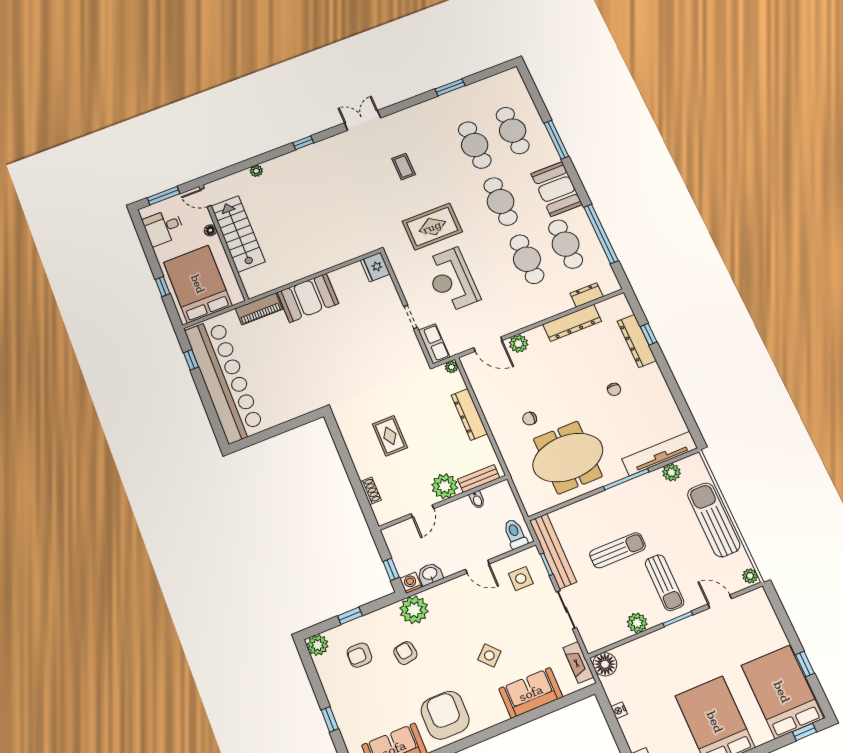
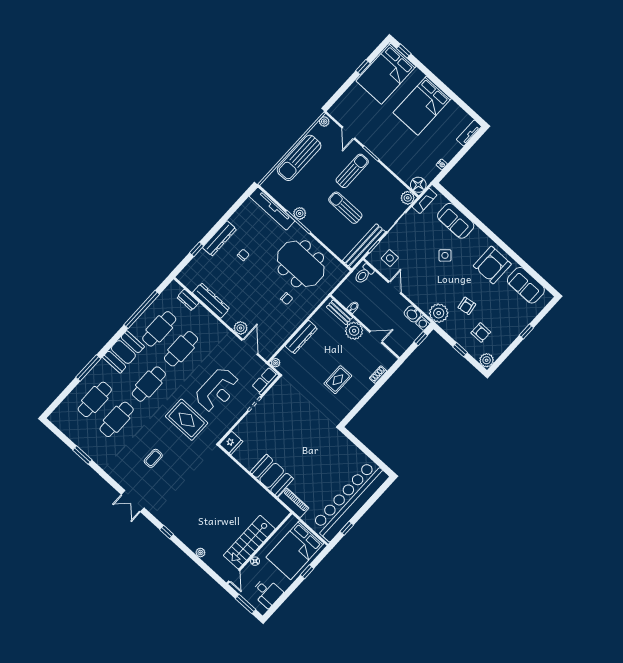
dresser: (637, 341) -> (220, 238), moved
plant: (671, 472) -> (300, 213), moved
plant: (637, 623) -> (408, 198), moved

